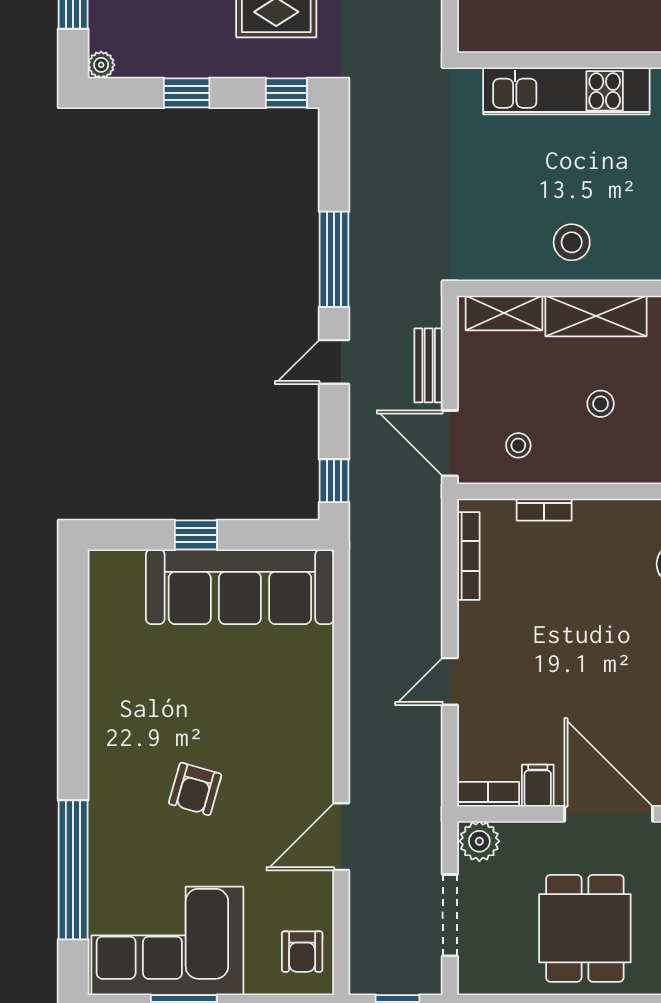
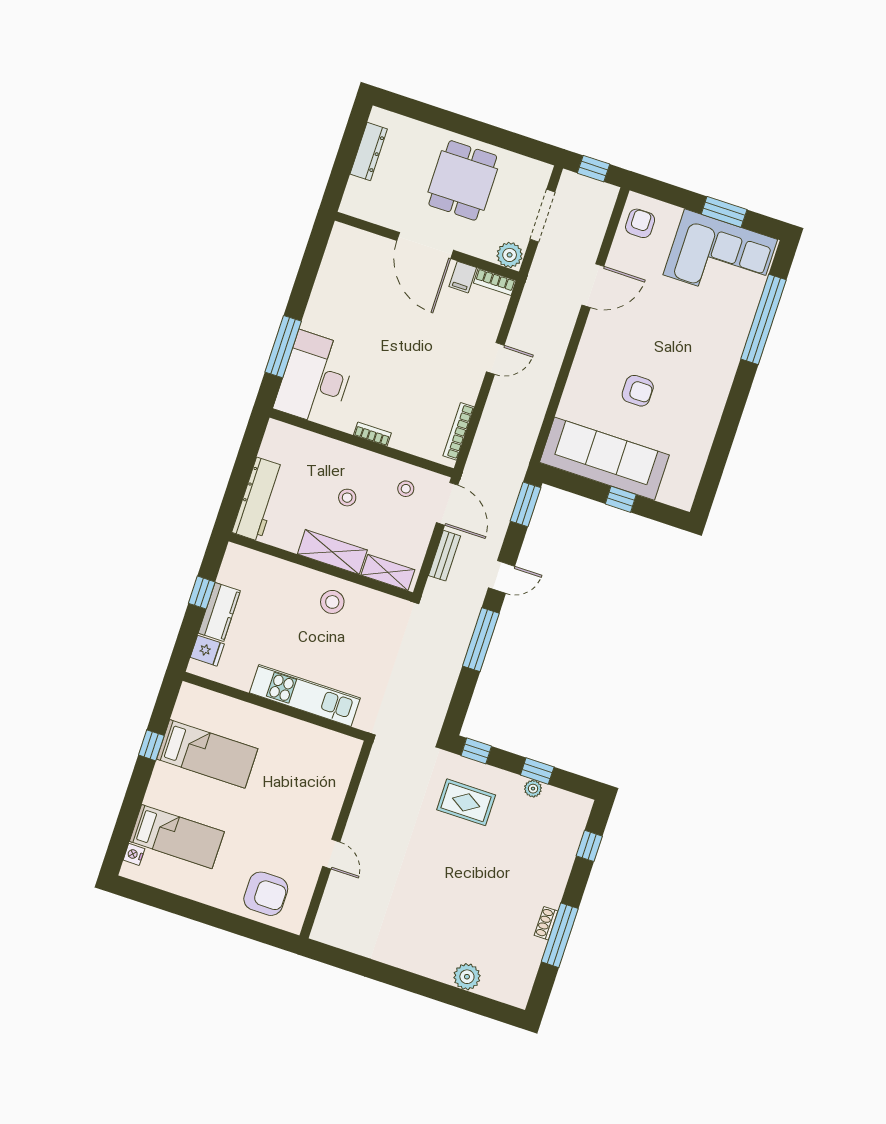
plant: (101, 65) -> (533, 789), moved
window: (334, 481) -> (526, 504), width x1.50
bookcase: (544, 510) -> (372, 434), moved
armchair: (195, 789) -> (638, 391), moved, turned 74

